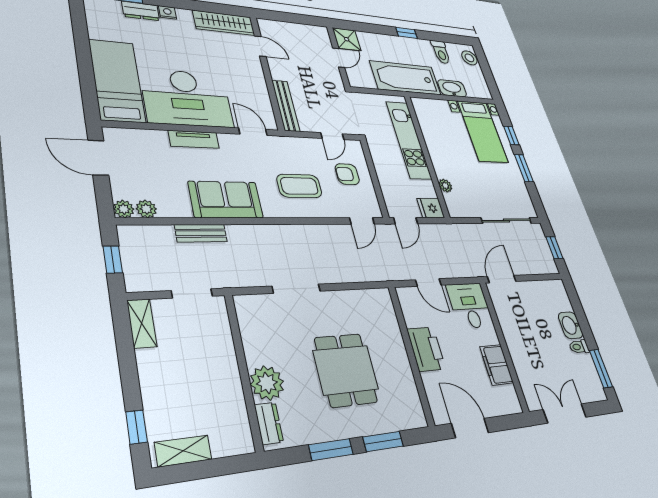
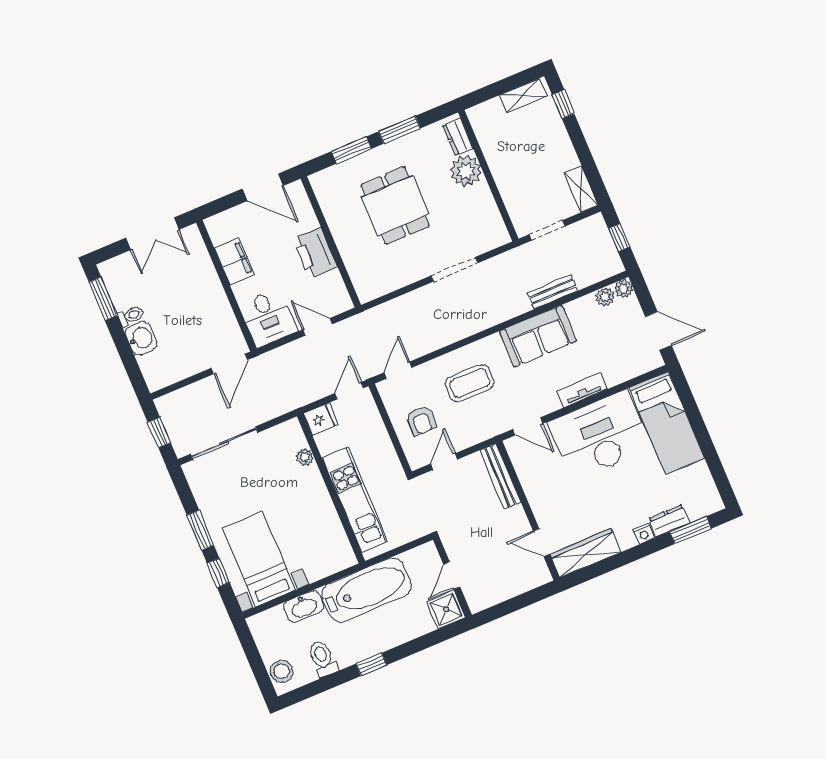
armchair: (347, 174) -> (421, 420), turned 90

